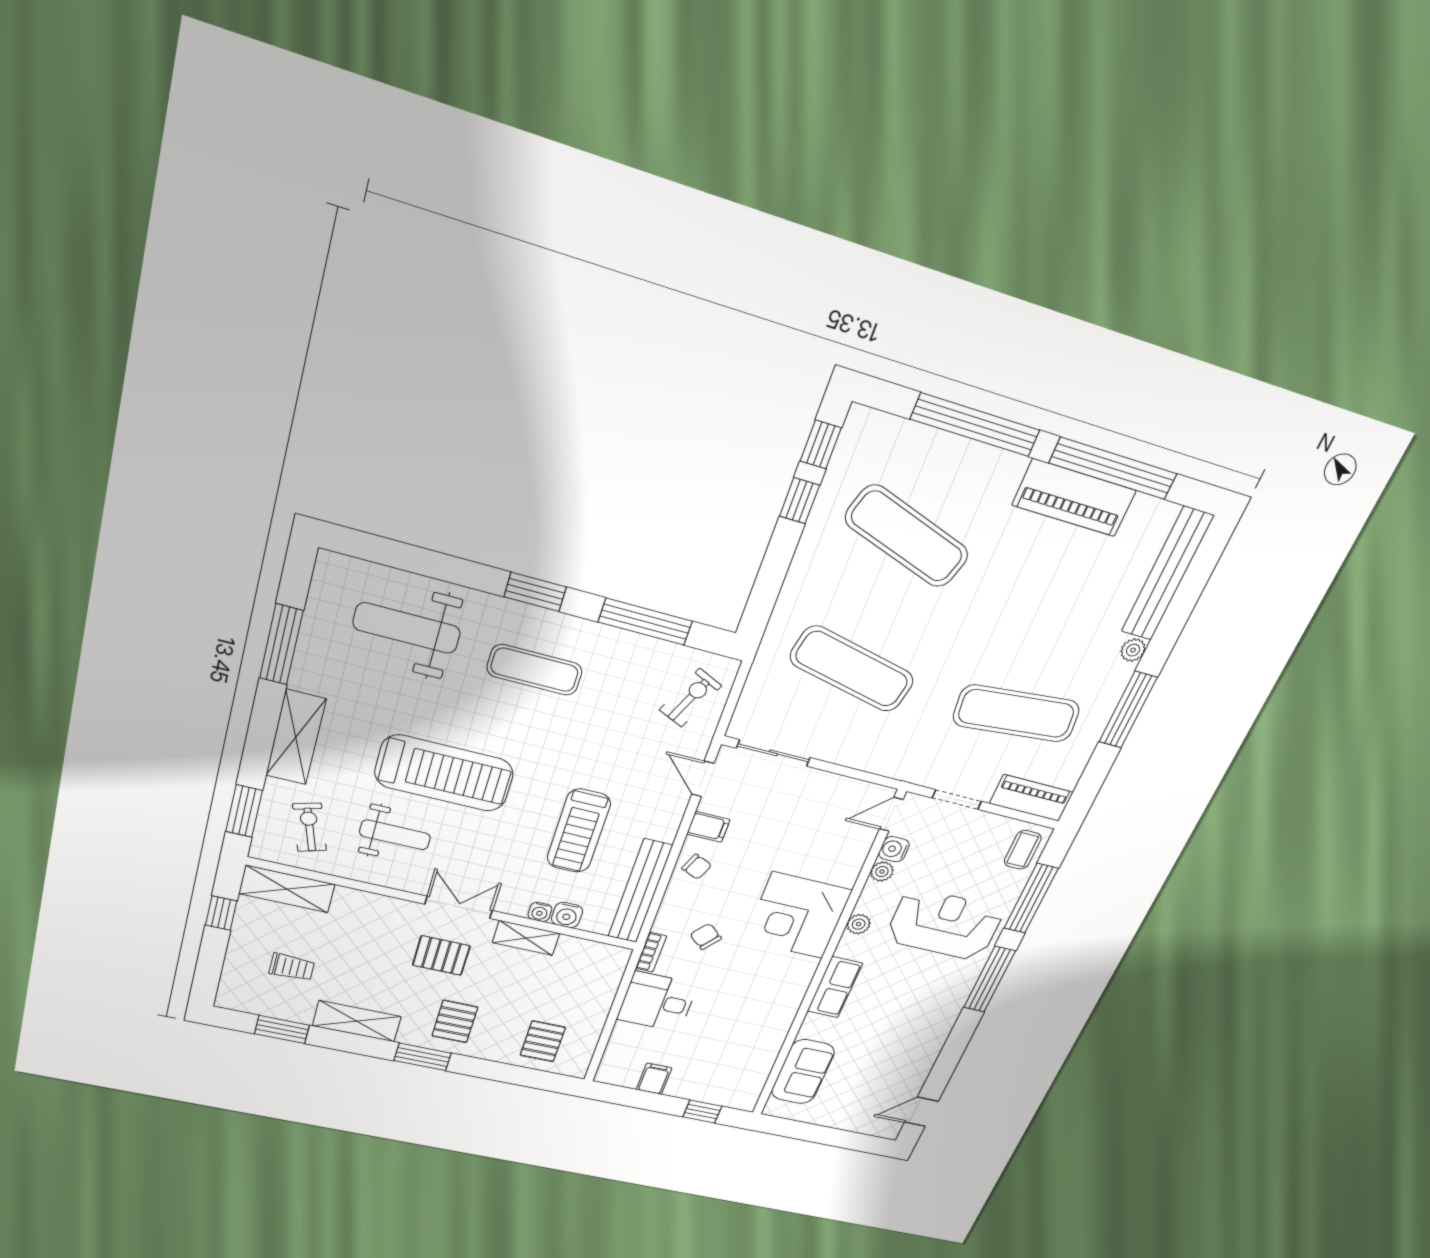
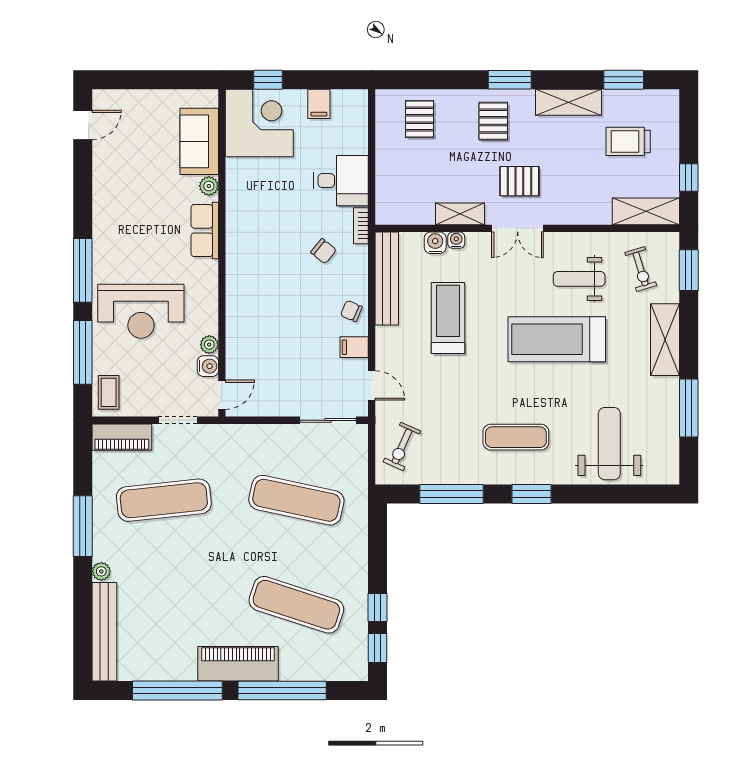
piano: (1074, 498) -> (238, 664), moved
weight bench: (407, 628) -> (609, 444), turned -90
corner desk: (798, 915) -> (259, 123), moved
plant: (859, 924) -> (209, 186), moved
trolley: (292, 967) -> (628, 141), width x1.36, depth x1.39

